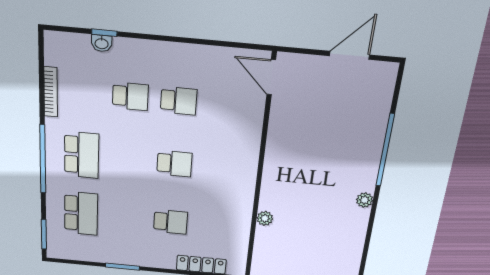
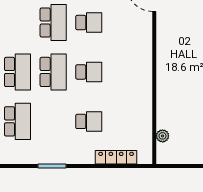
school desk: (130, 96) -> (53, 23), width x1.85
school desk: (128, 159) -> (53, 72), added
plant: (265, 218) -> (163, 136), moved

